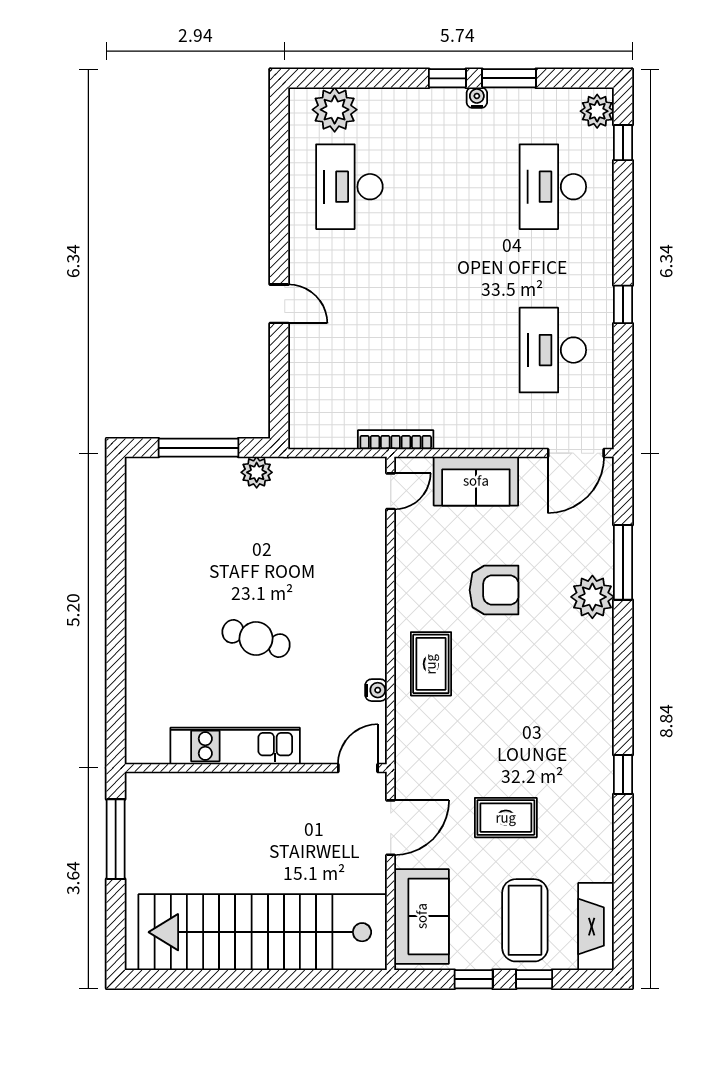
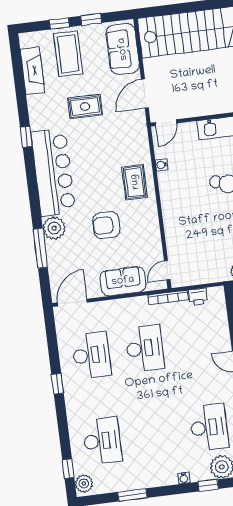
window: (447, 78) -> (208, 485), moved
water cooler: (477, 98) -> (184, 478), moved
desk: (451, 350) -> (145, 348), added
printer: (339, 435) -> (198, 297), added
bar counter: (581, 702) -> (53, 172), added
fireplace: (596, 927) -> (32, 71), moved

